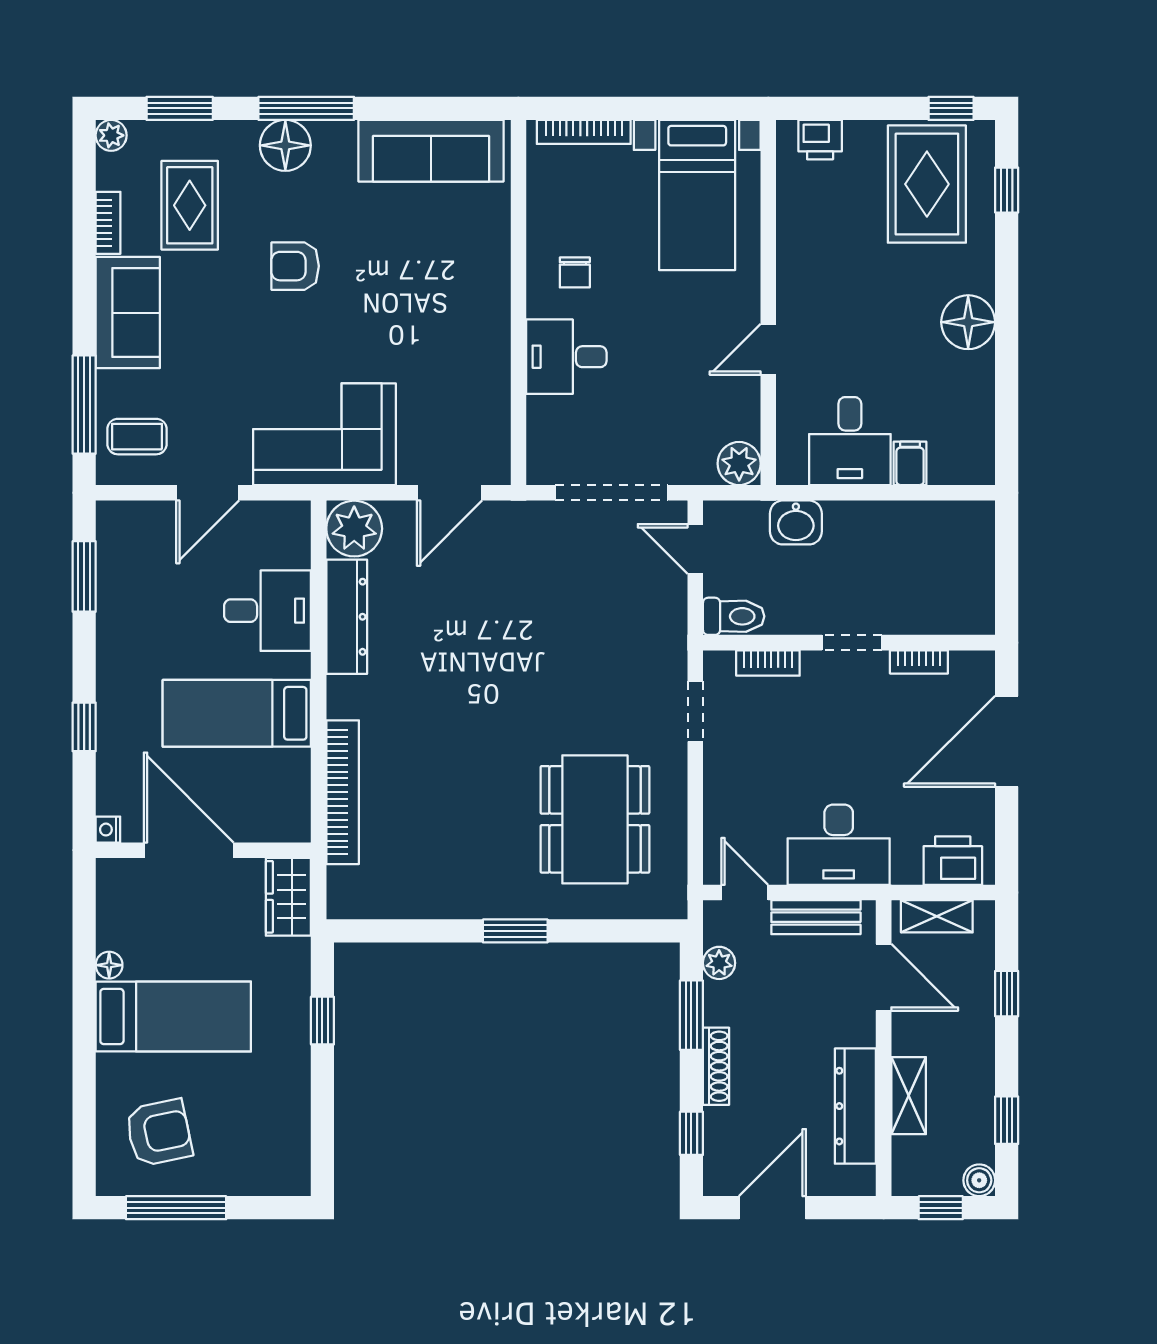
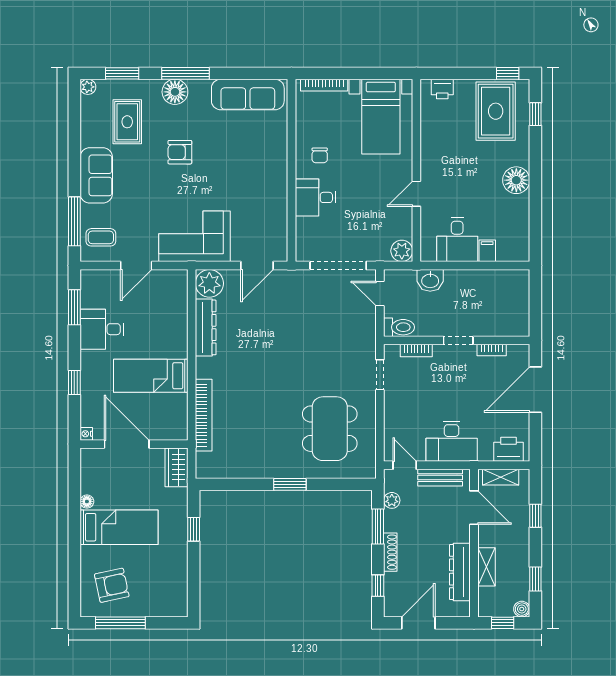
bookcase: (108, 223) -> (86, 131), removed
desk: (267, 611) -> (102, 329), moved, turned 180

